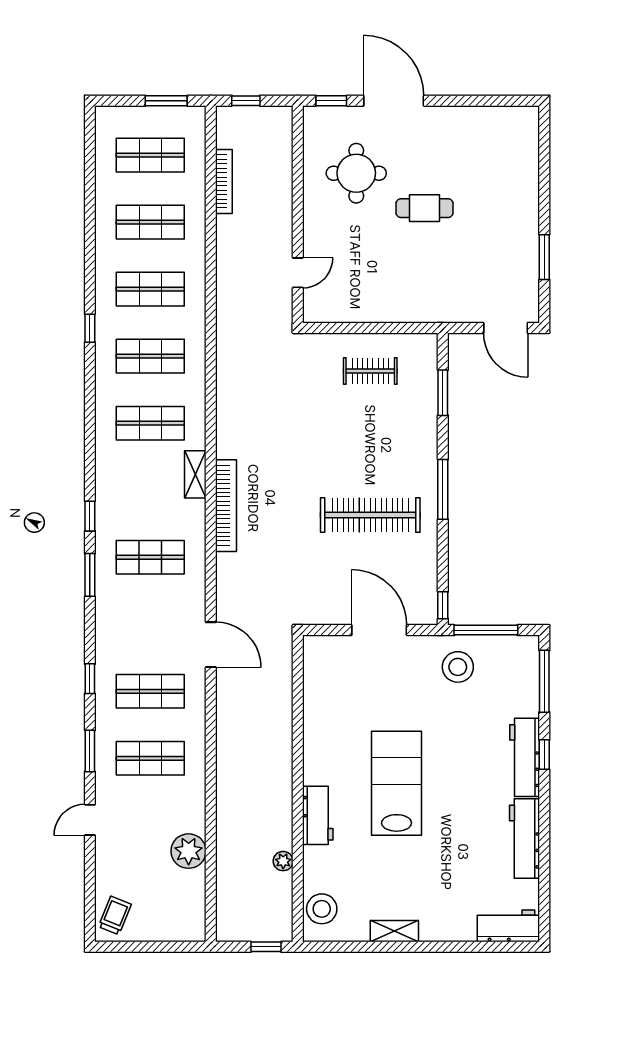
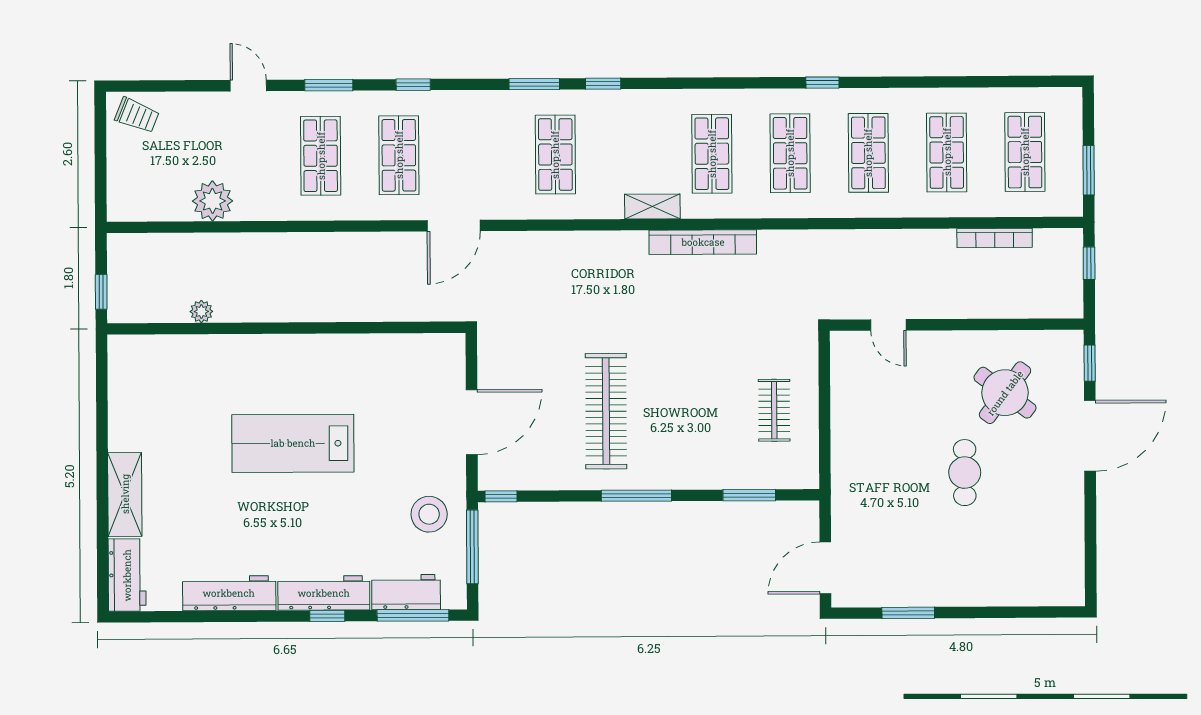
round table: (356, 173) -> (1005, 393), turned 37
bookcase: (226, 506) -> (703, 242), moved
lab bench: (397, 783) -> (293, 443), turned 180
workbench: (318, 815) -> (406, 592), moved, turned 180
stool: (322, 909) -> (146, 357), removed
shelving: (394, 931) -> (125, 494), moved, width x1.50, depth x1.33

